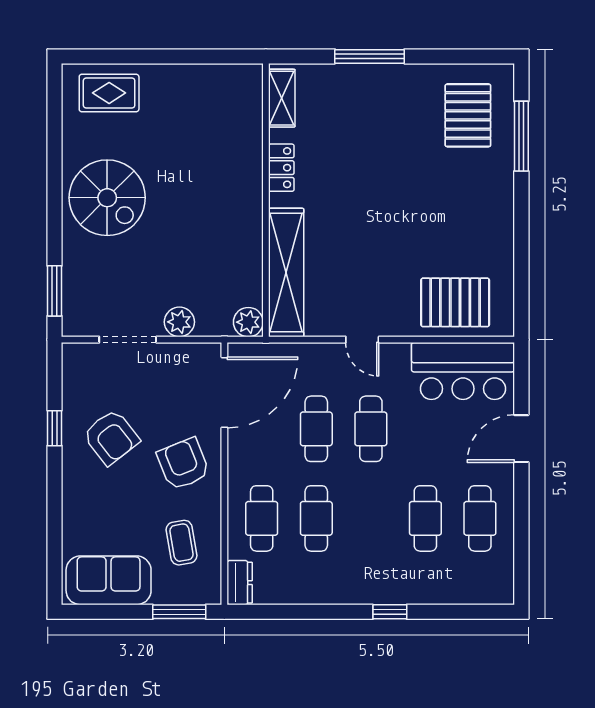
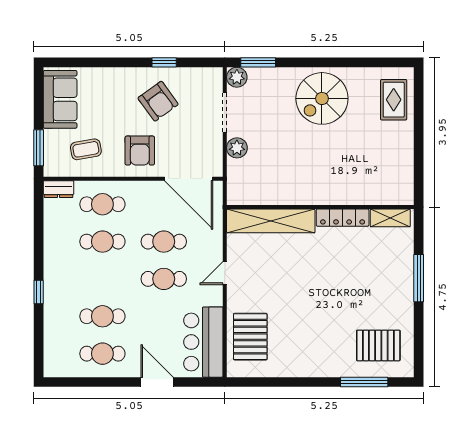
locker: (281, 168) -> (343, 218), width x1.53
plant: (248, 322) -> (237, 77), moved
armchair: (111, 437) -> (158, 101), turned -88
armchair: (183, 464) -> (140, 151), turned 112

